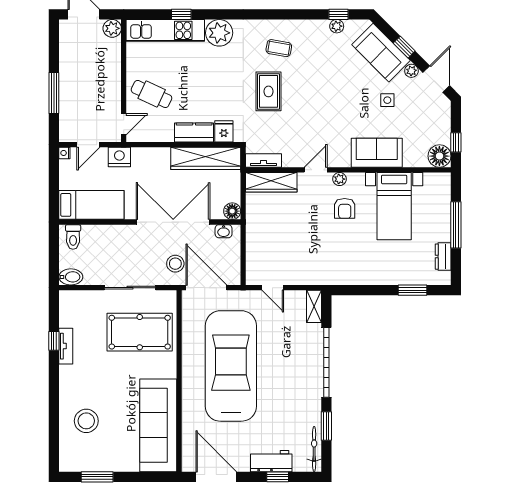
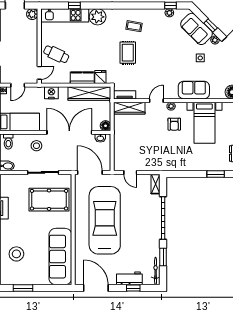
nightstand: (119, 157) -> (51, 93), moved
stool: (175, 264) -> (36, 146), moved

